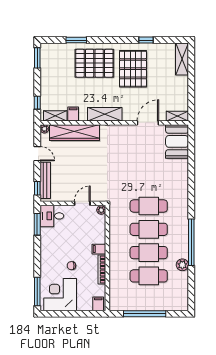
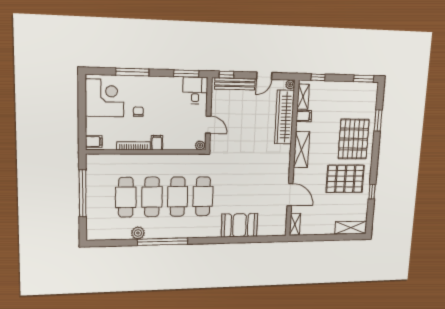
booth: (177, 141) -> (239, 225), moved
window: (37, 292) -> (132, 72), moved

